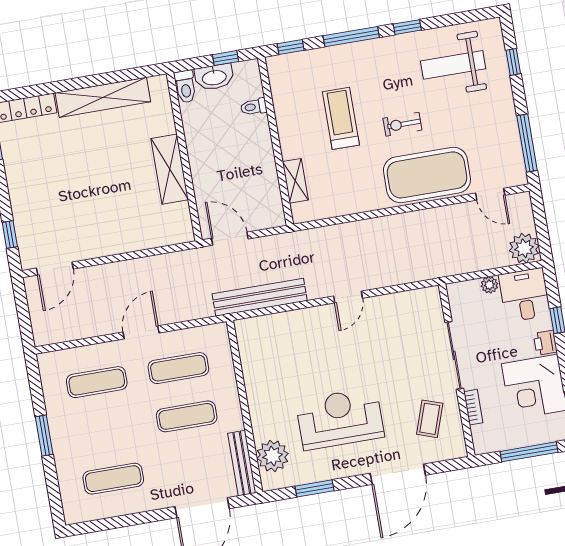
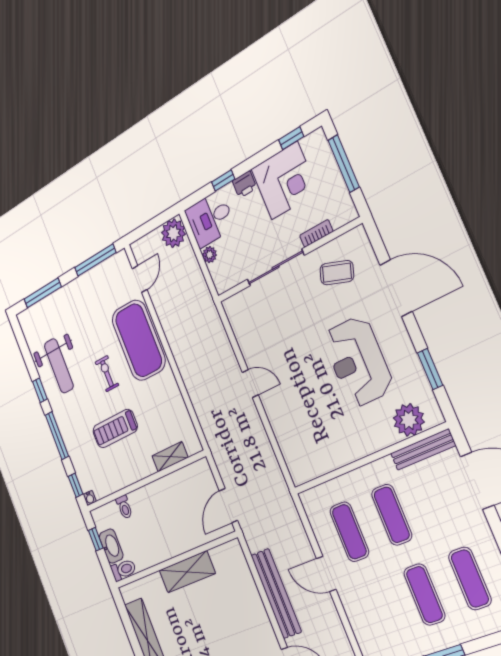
window: (513, 62) -> (43, 293), width x2.17
water cooler: (273, 63) -> (90, 498), added
weight bench: (453, 65) -> (59, 366), moved
exercise bike: (402, 124) -> (107, 374), turned 180
bench: (260, 297) -> (276, 593), moved
exercise mat: (97, 382) -> (424, 595), moved

